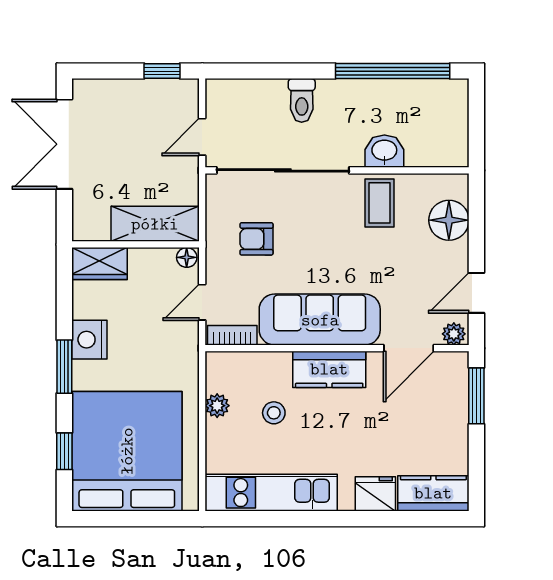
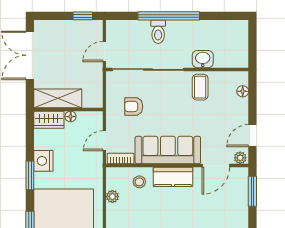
window: (393, 71) -> (169, 16), moved
floor lamp: (449, 220) -> (243, 91), width x0.53, depth x0.53
shelving: (155, 224) -> (58, 98), moved
floor lamp: (187, 257) -> (71, 117), moved
stool: (274, 413) -> (139, 182), moved

